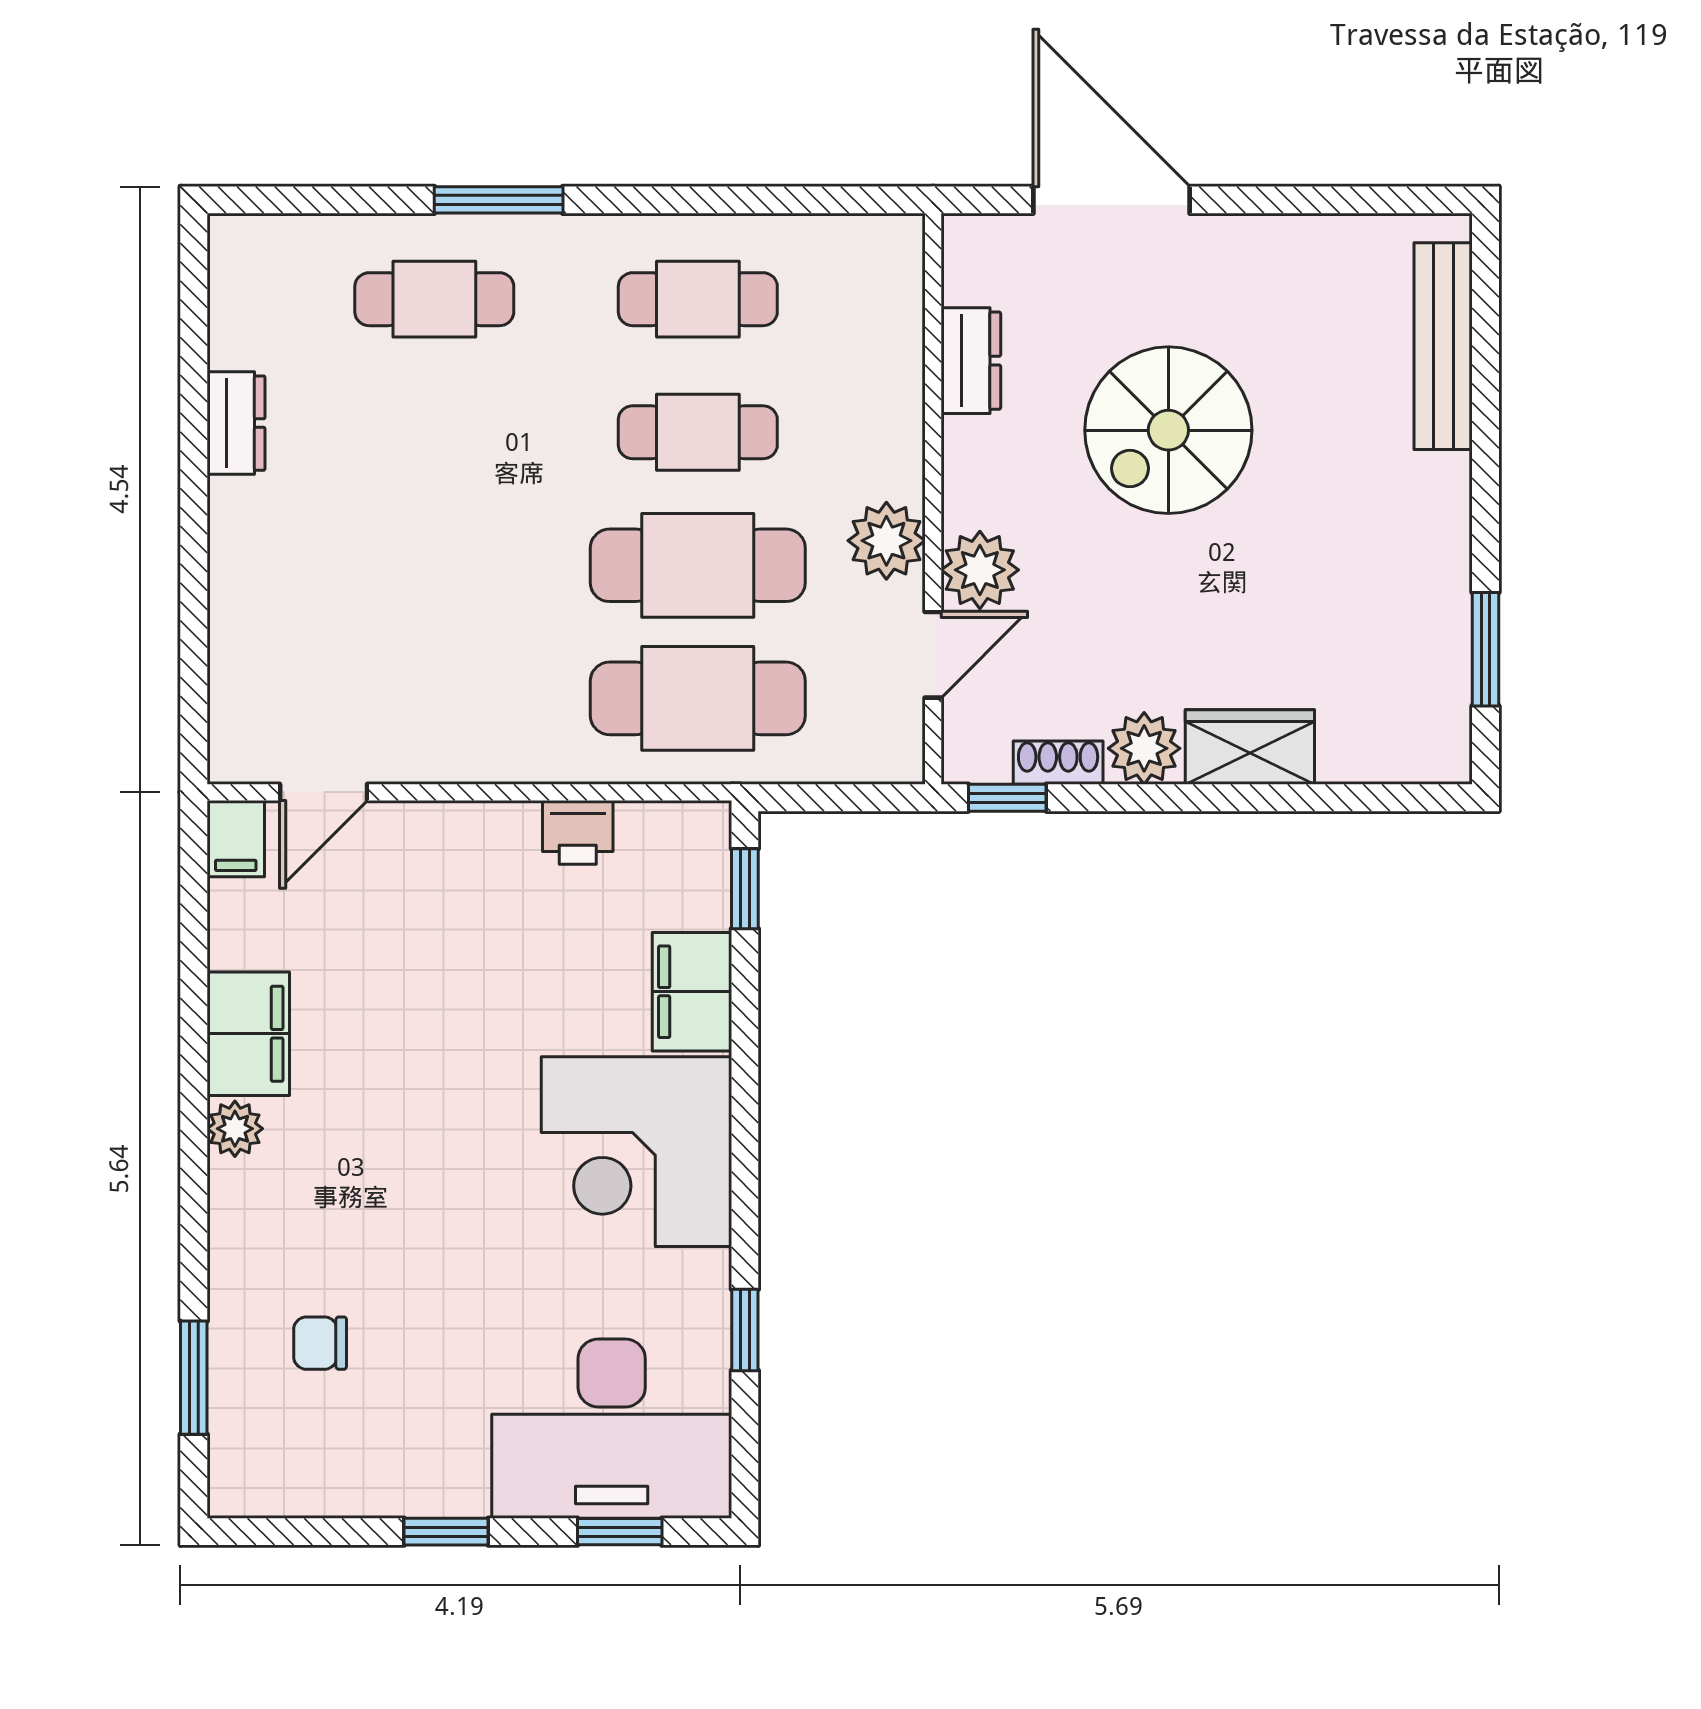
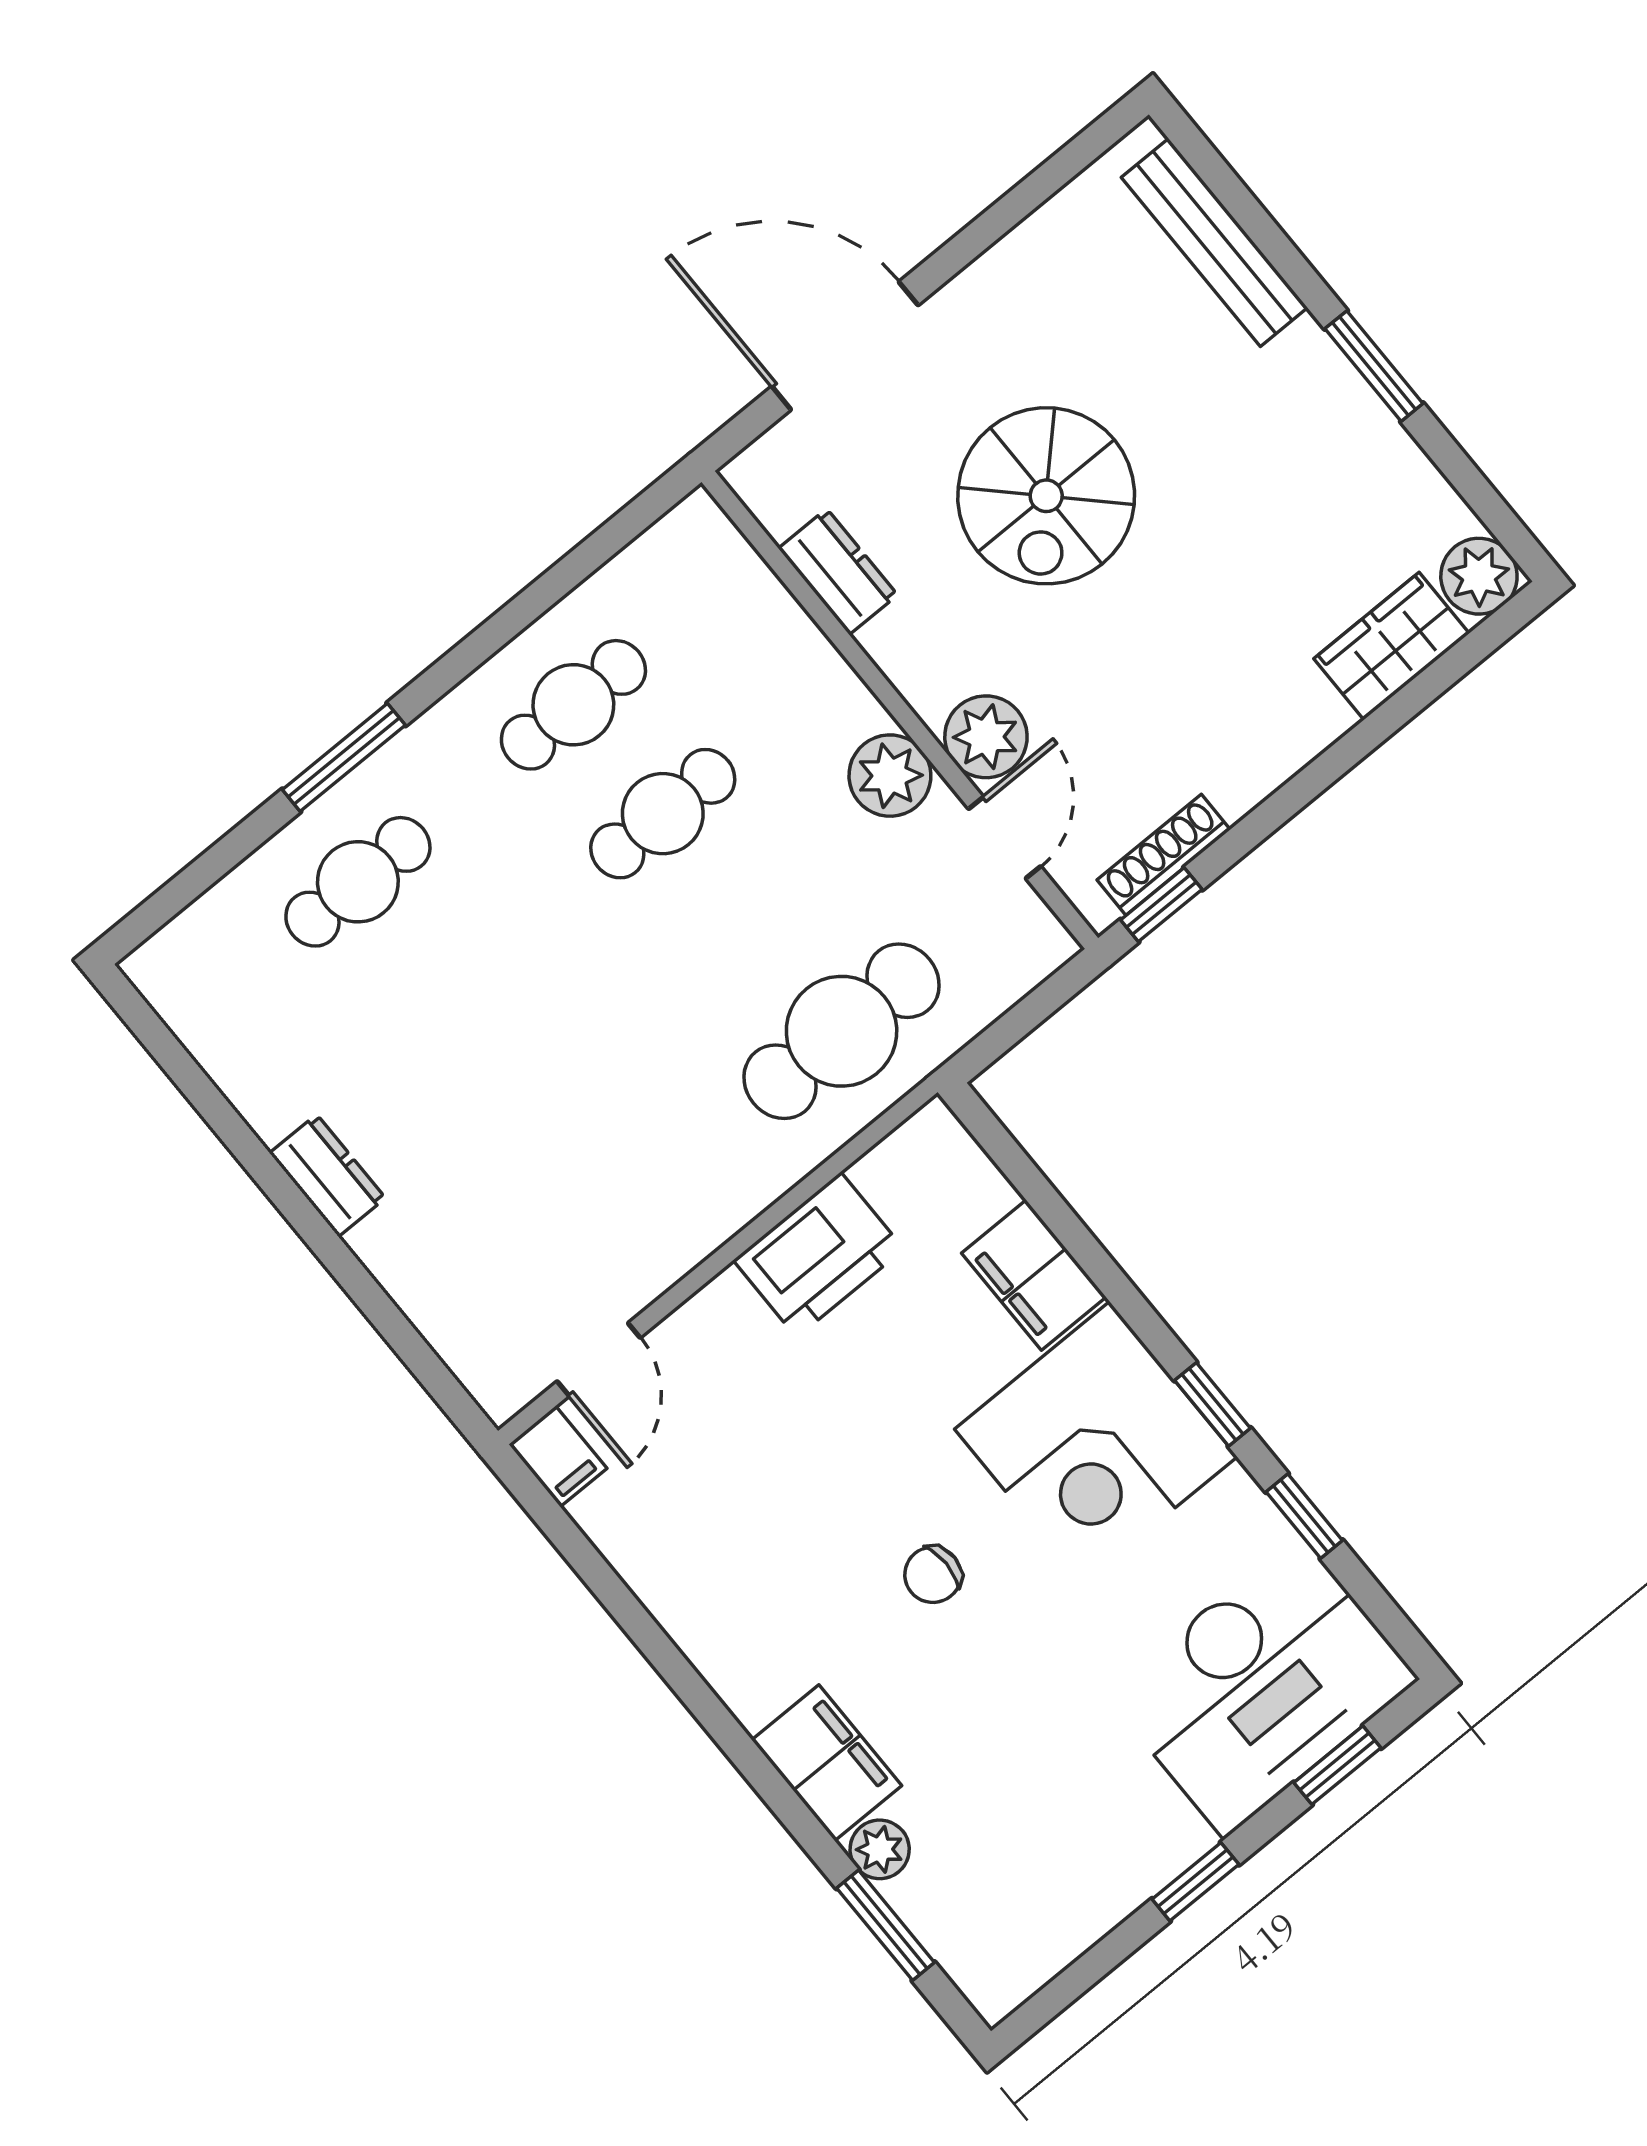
dresser: (236, 423) -> (328, 1175), moved
cafe table: (698, 565) -> (752, 922), removed
window: (1486, 649) -> (1374, 366), moved
wardrobe: (1250, 747) -> (1392, 646), moved
plant: (1144, 748) -> (1479, 576), moved
shoe rack: (1058, 763) -> (1164, 855), width x1.43
printer: (578, 832) -> (819, 1255), width x1.87, depth x1.48
window: (745, 889) -> (1212, 1404), moved
filing cabinet: (248, 1034) -> (827, 1763), moved
plant: (235, 1129) -> (880, 1849), moved
chair: (320, 1343) -> (933, 1575), moved

